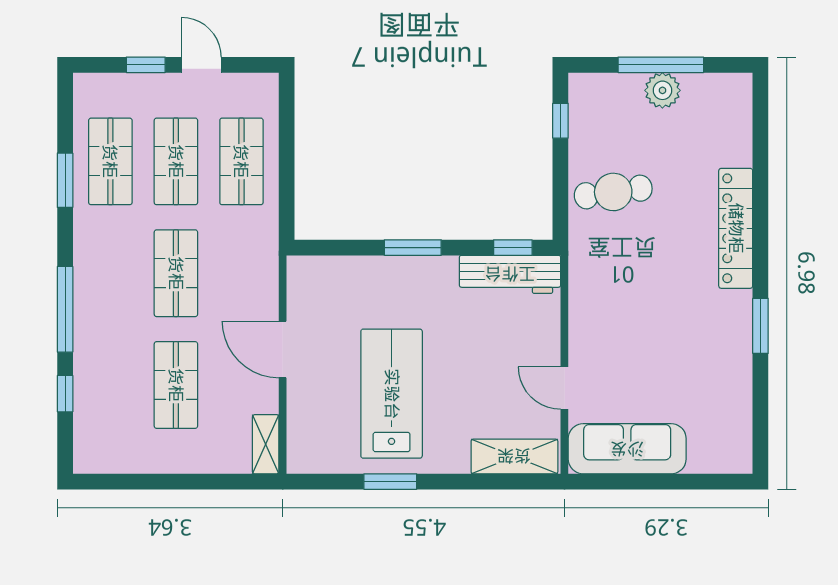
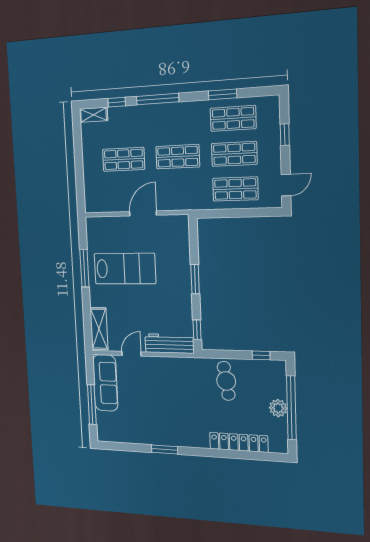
door: (201, 65) -> (286, 185), moved
window: (661, 65) -> (291, 408), width x1.46
locker: (736, 228) -> (239, 442), moved
workbench: (510, 274) -> (169, 344), moved, turned 90
shelving: (266, 444) -> (93, 115), moved
window: (390, 482) -> (84, 268), width x1.44
window: (675, 482) -> (92, 405), added

